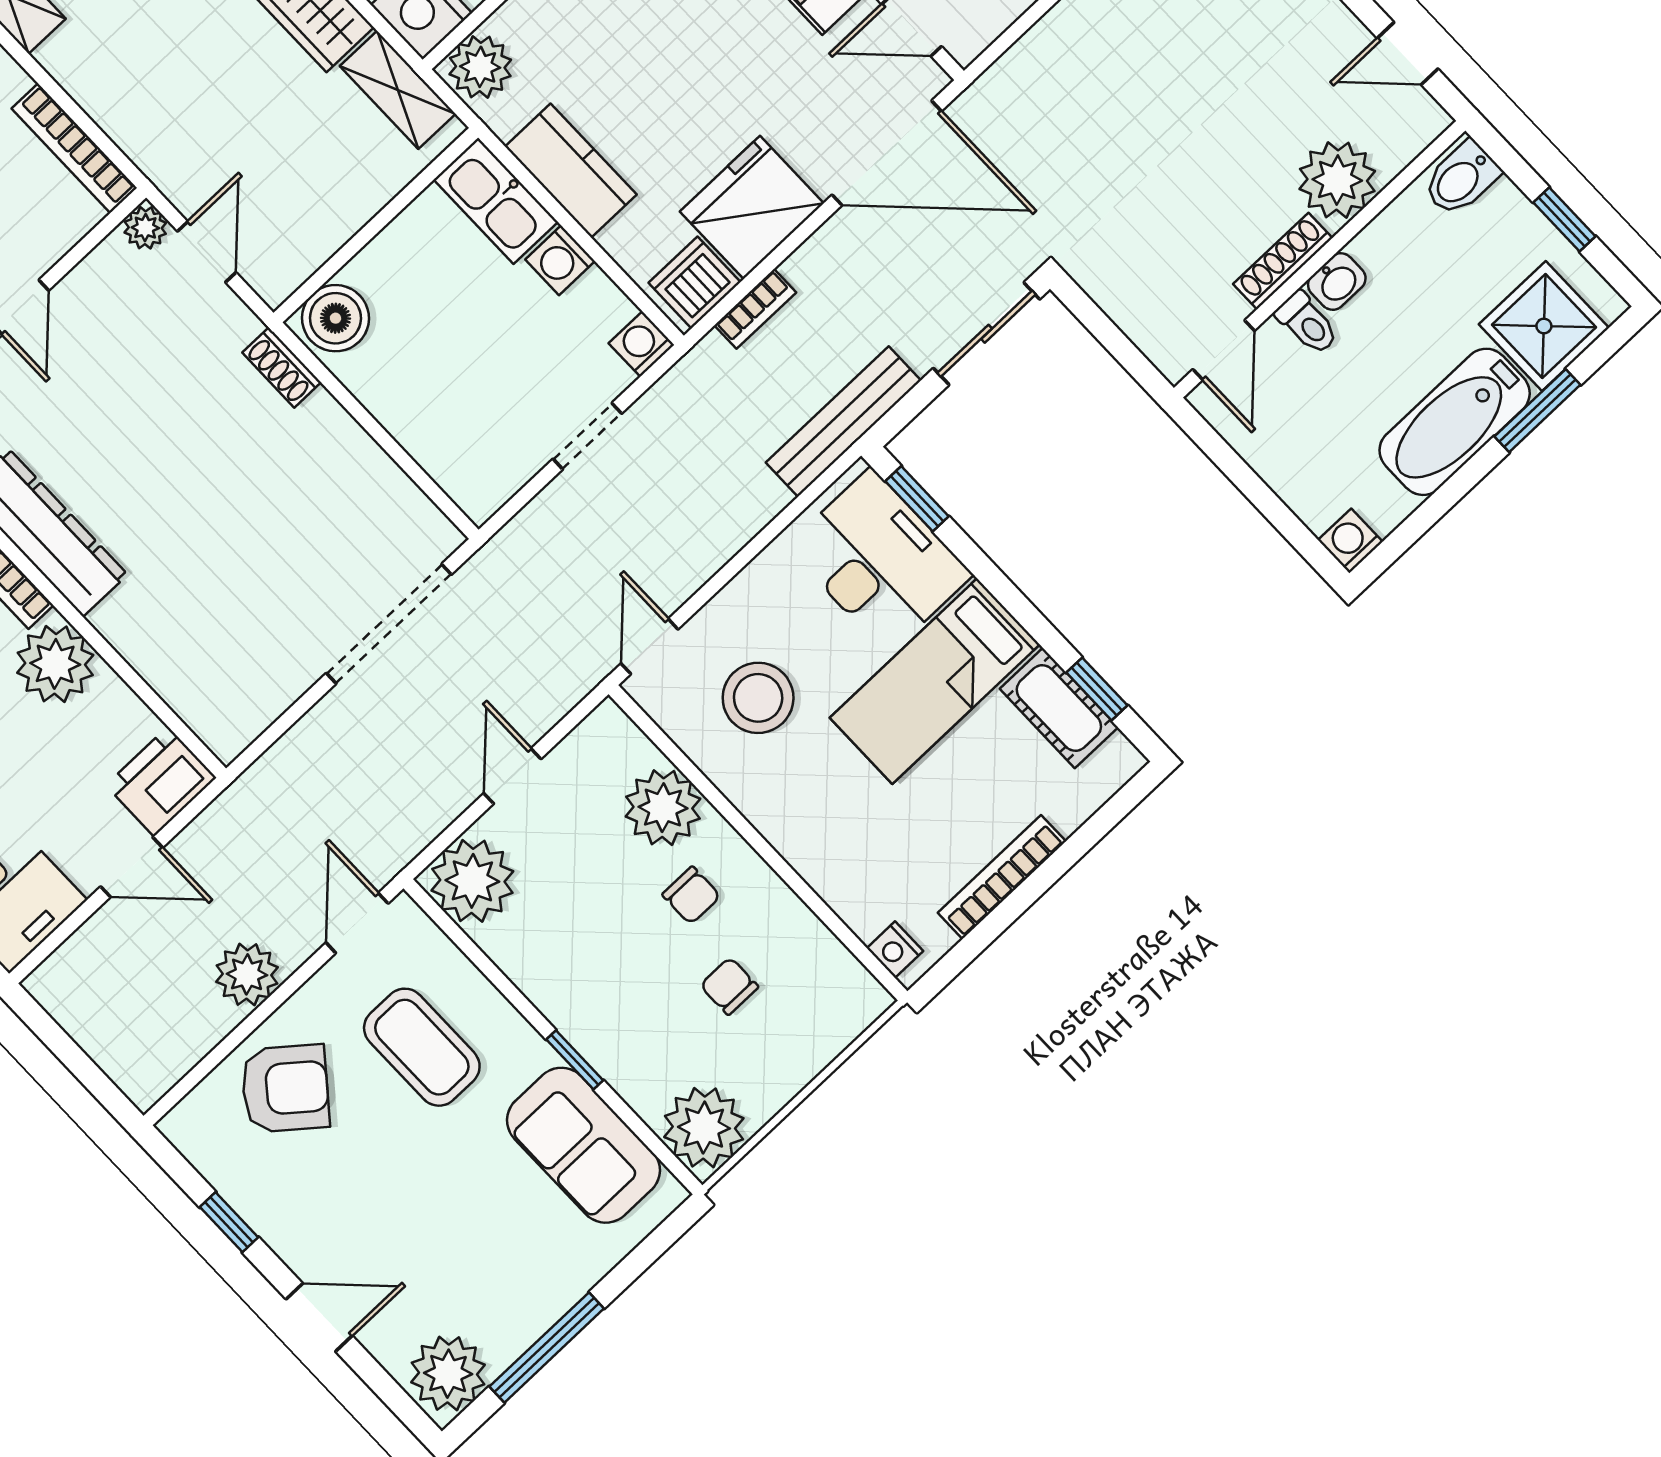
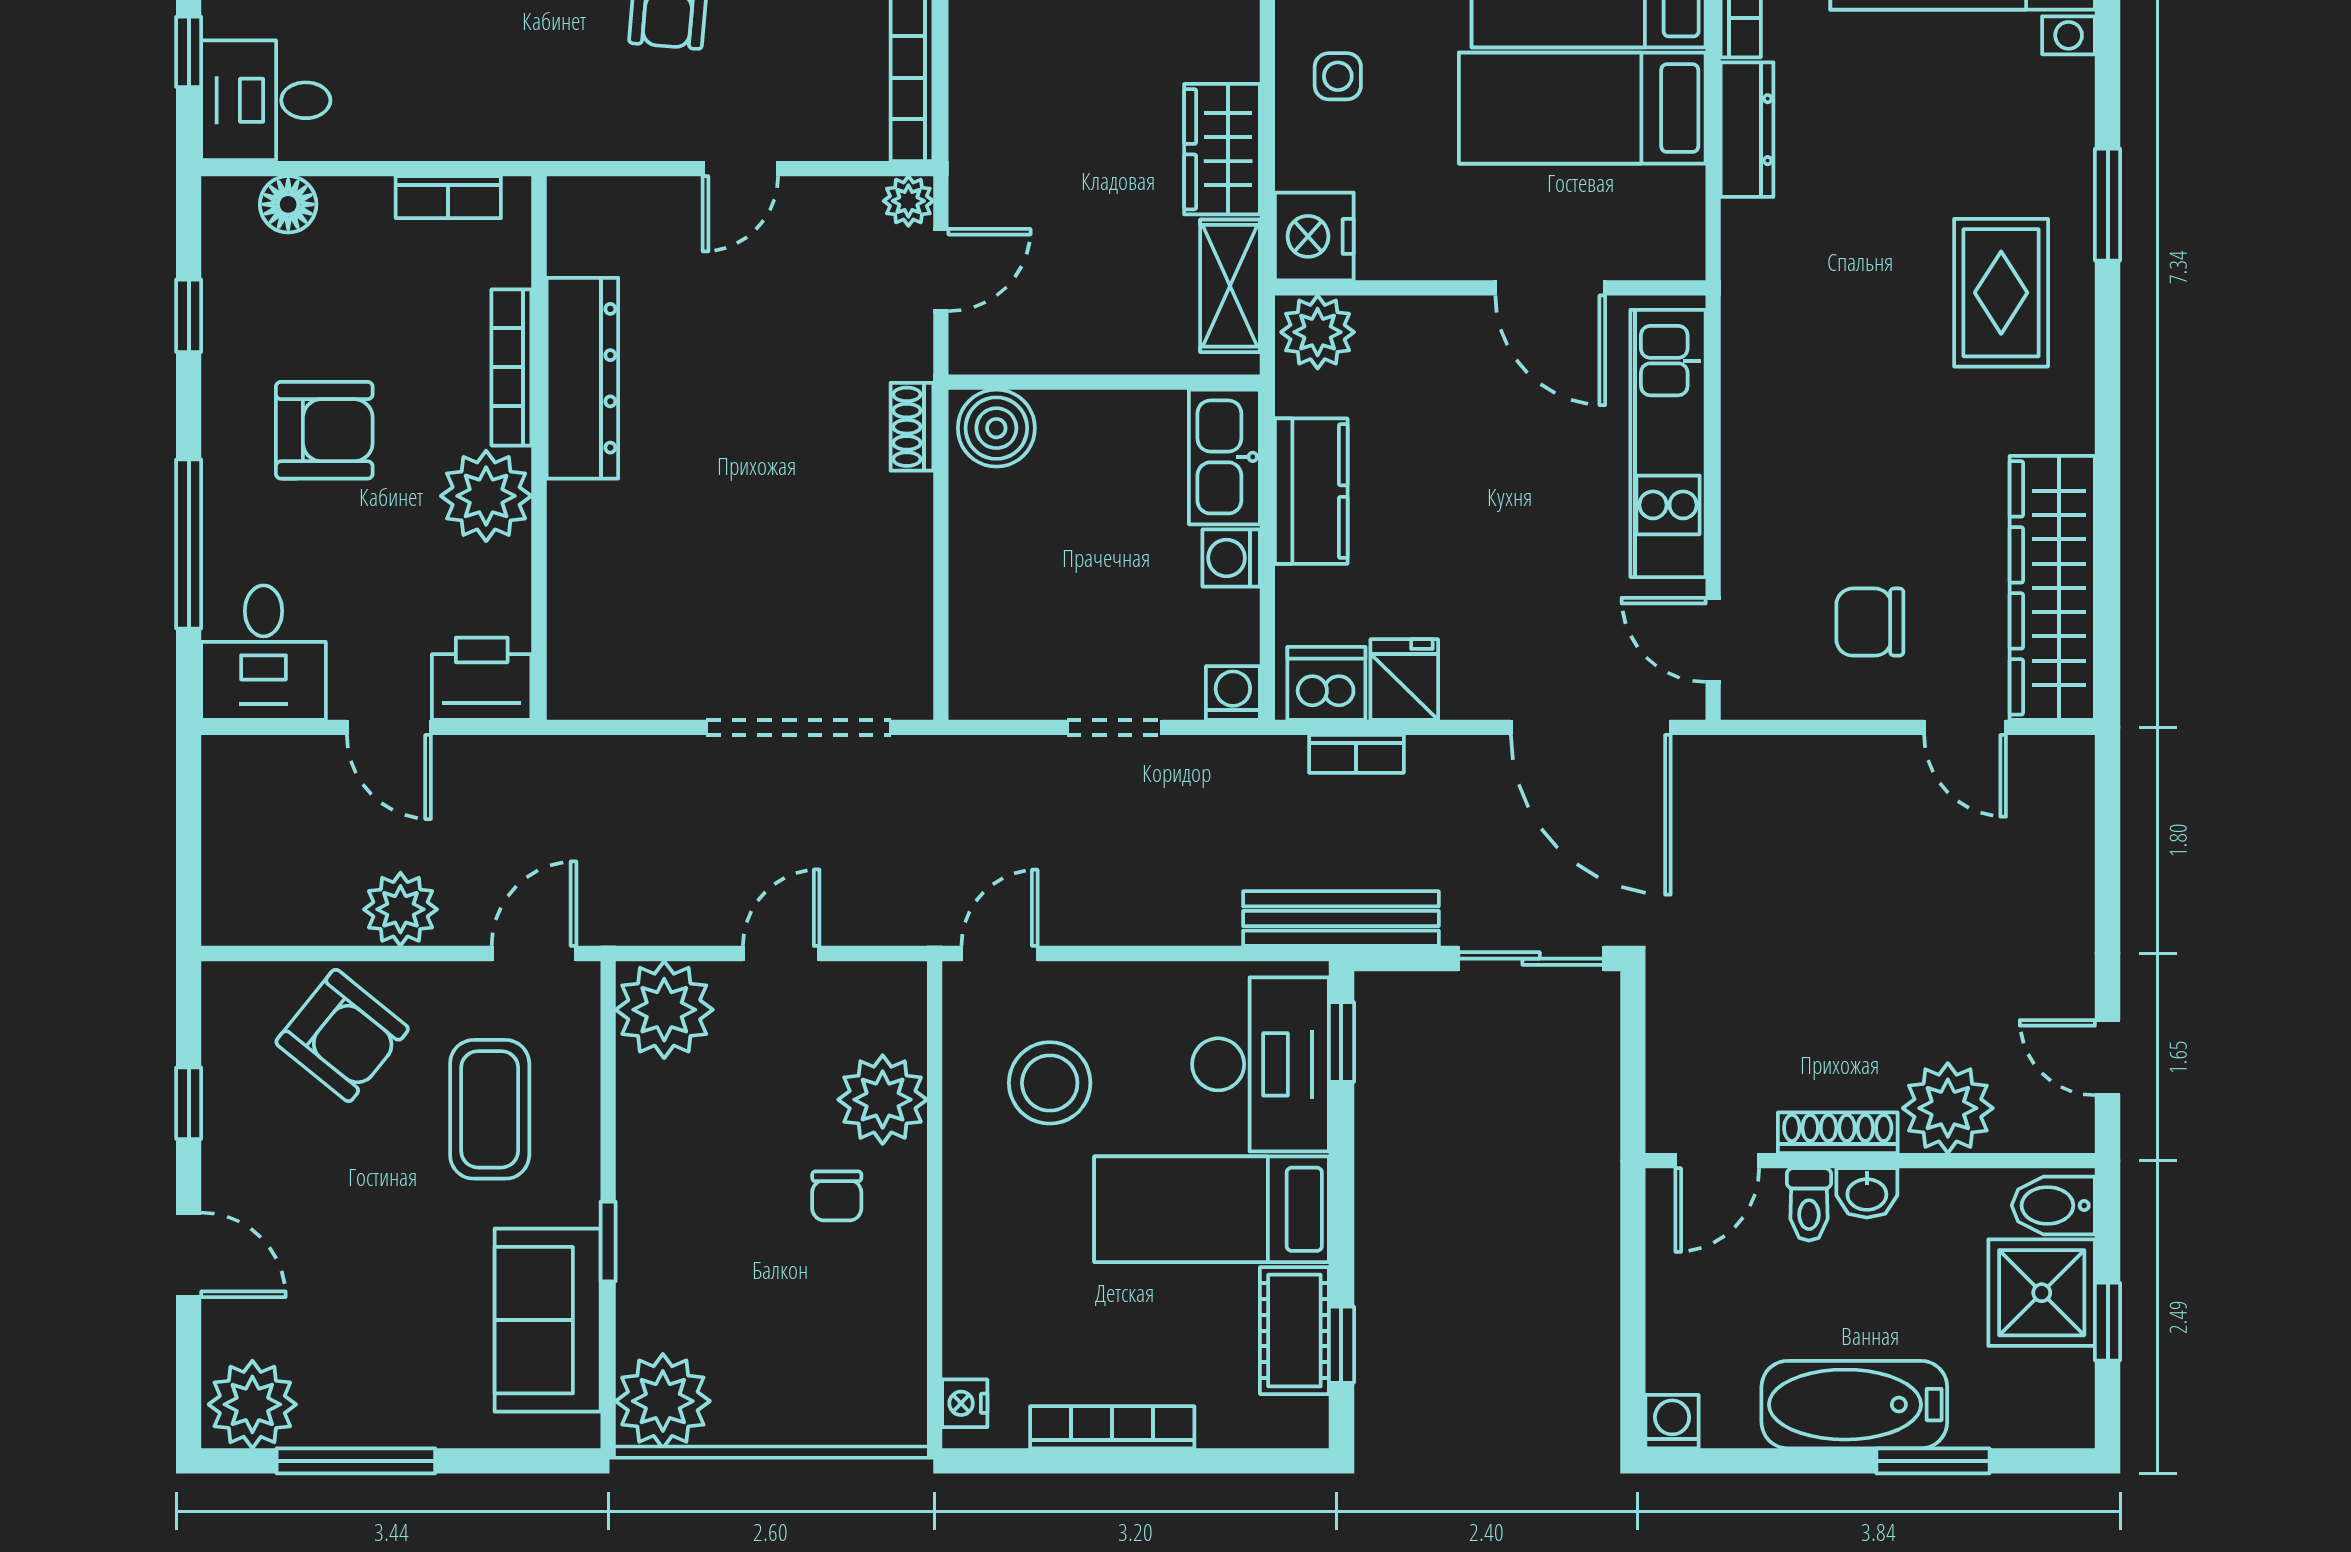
fridge: (752, 207) -> (1404, 680), width x0.53, depth x0.75
shower: (1544, 326) -> (2042, 1293), moved
chair: (729, 986) -> (796, 1302), removed

